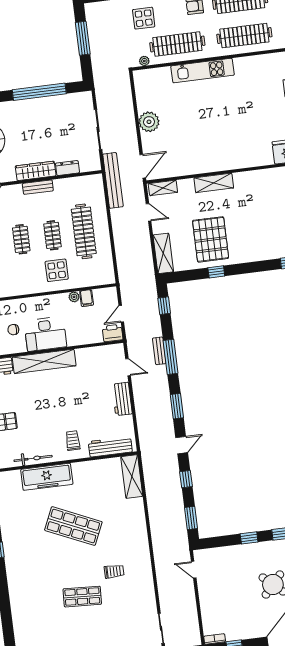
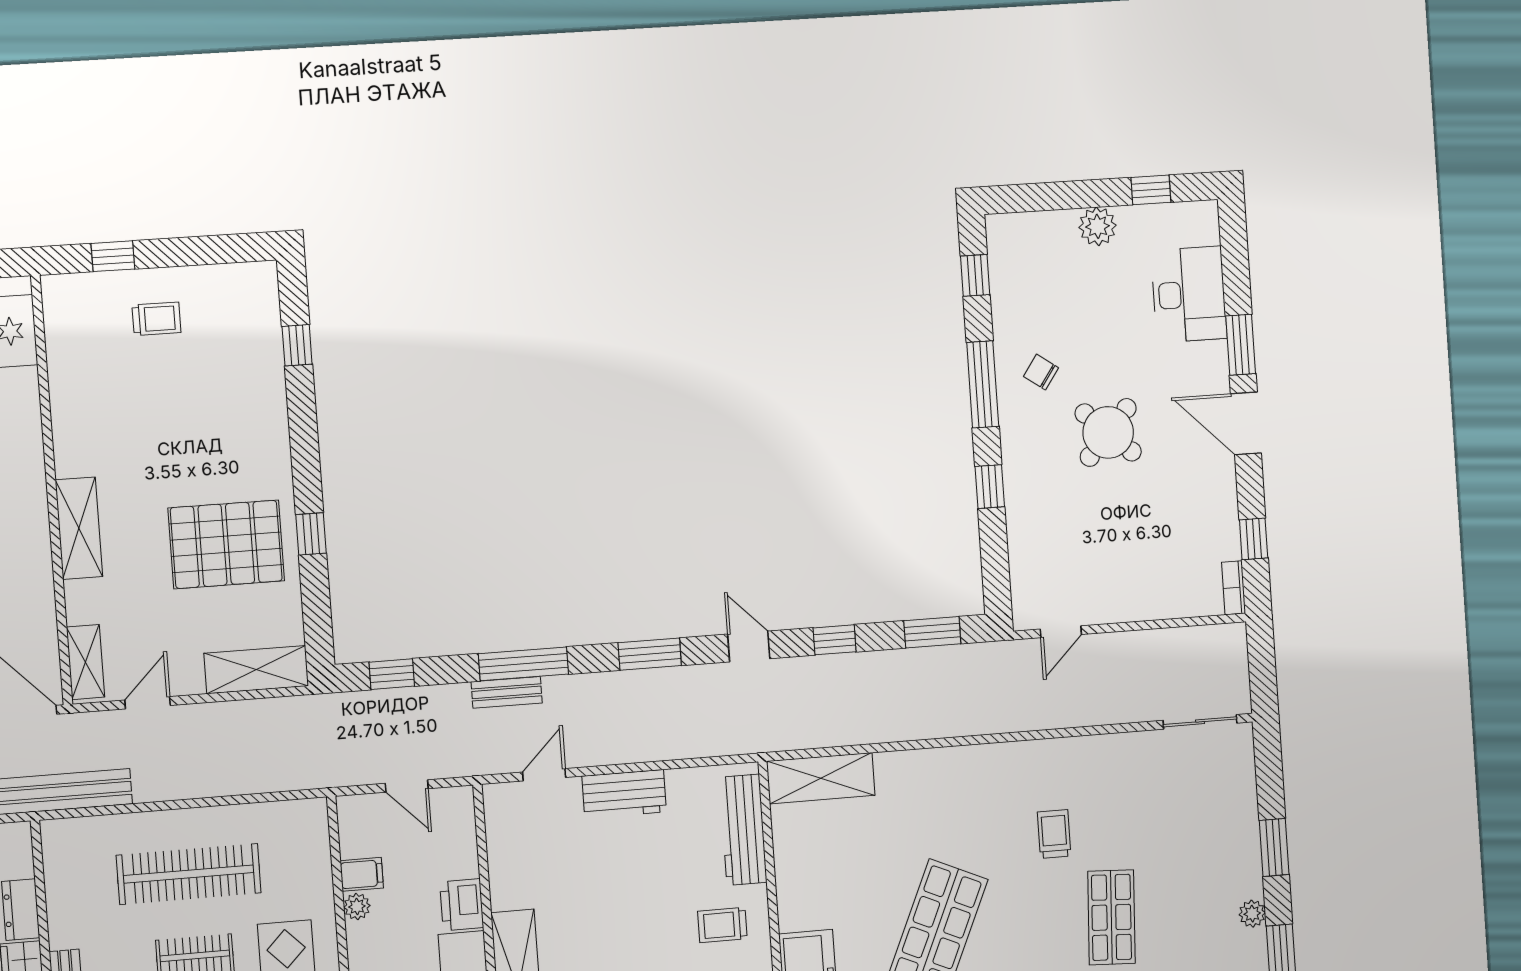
printer: (113, 333) -> (462, 905), moved

